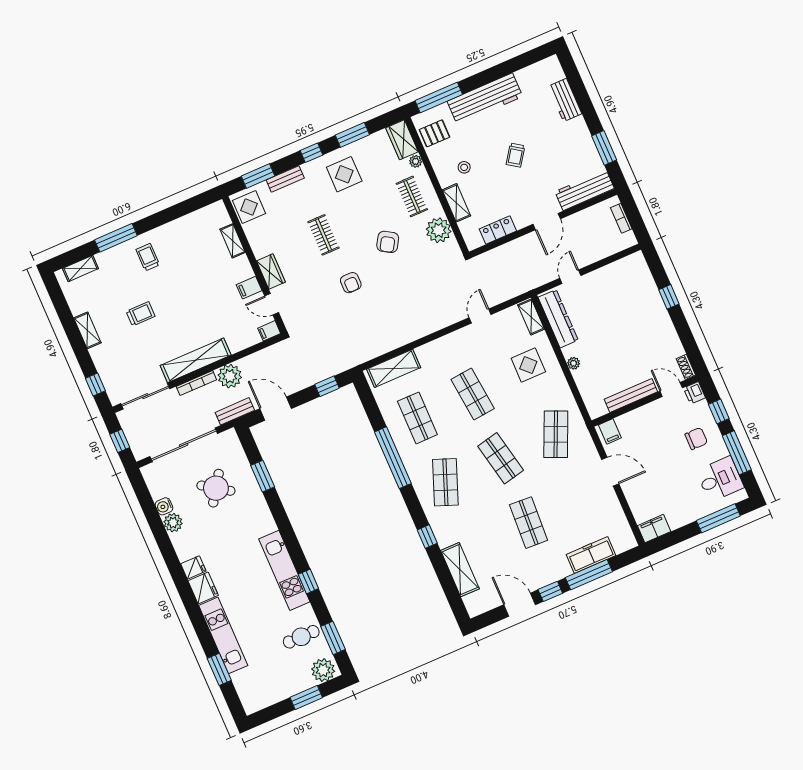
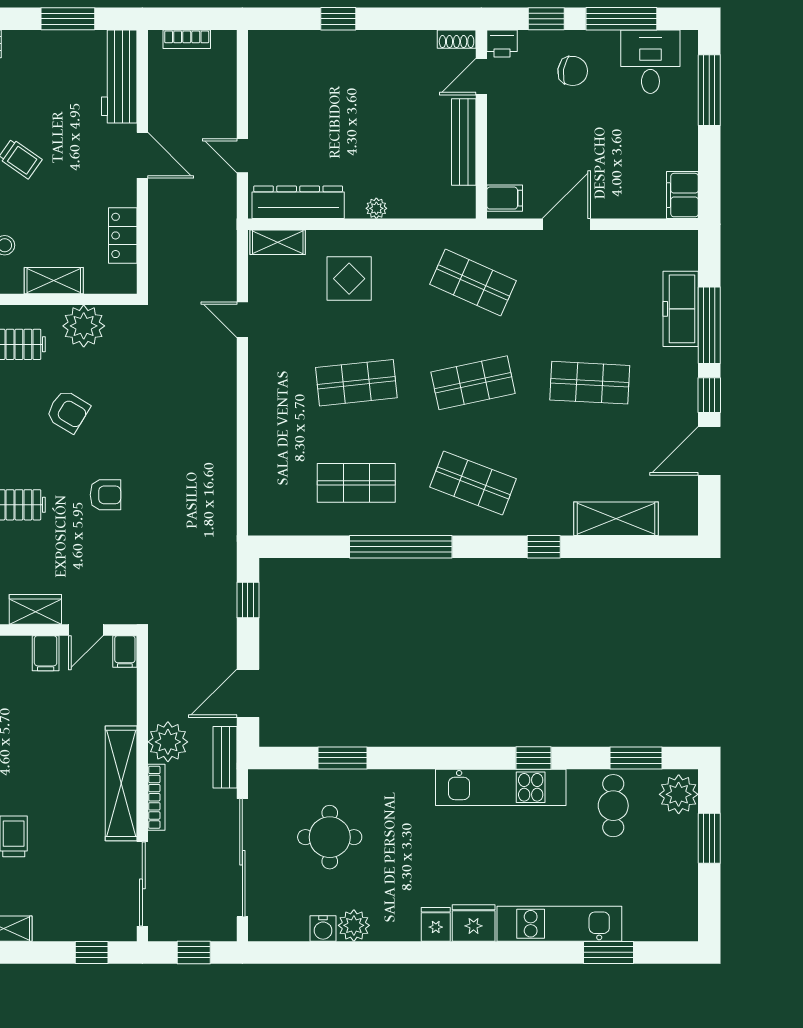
shelving: (394, 368) -> (265, 486), removed
chair: (696, 439) -> (573, 71), turned 99
round table: (216, 488) -> (330, 837), turned -34

